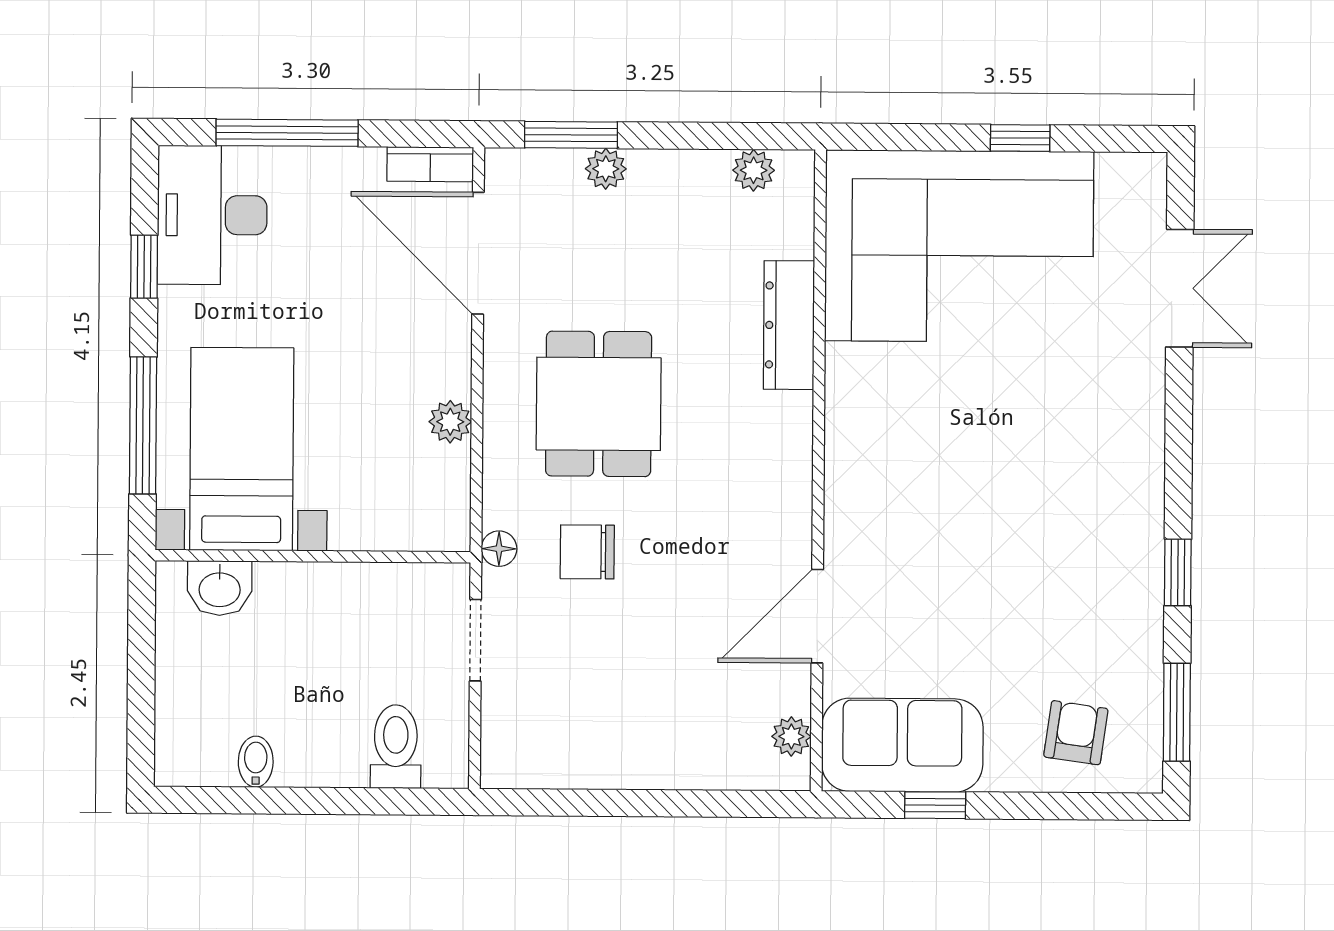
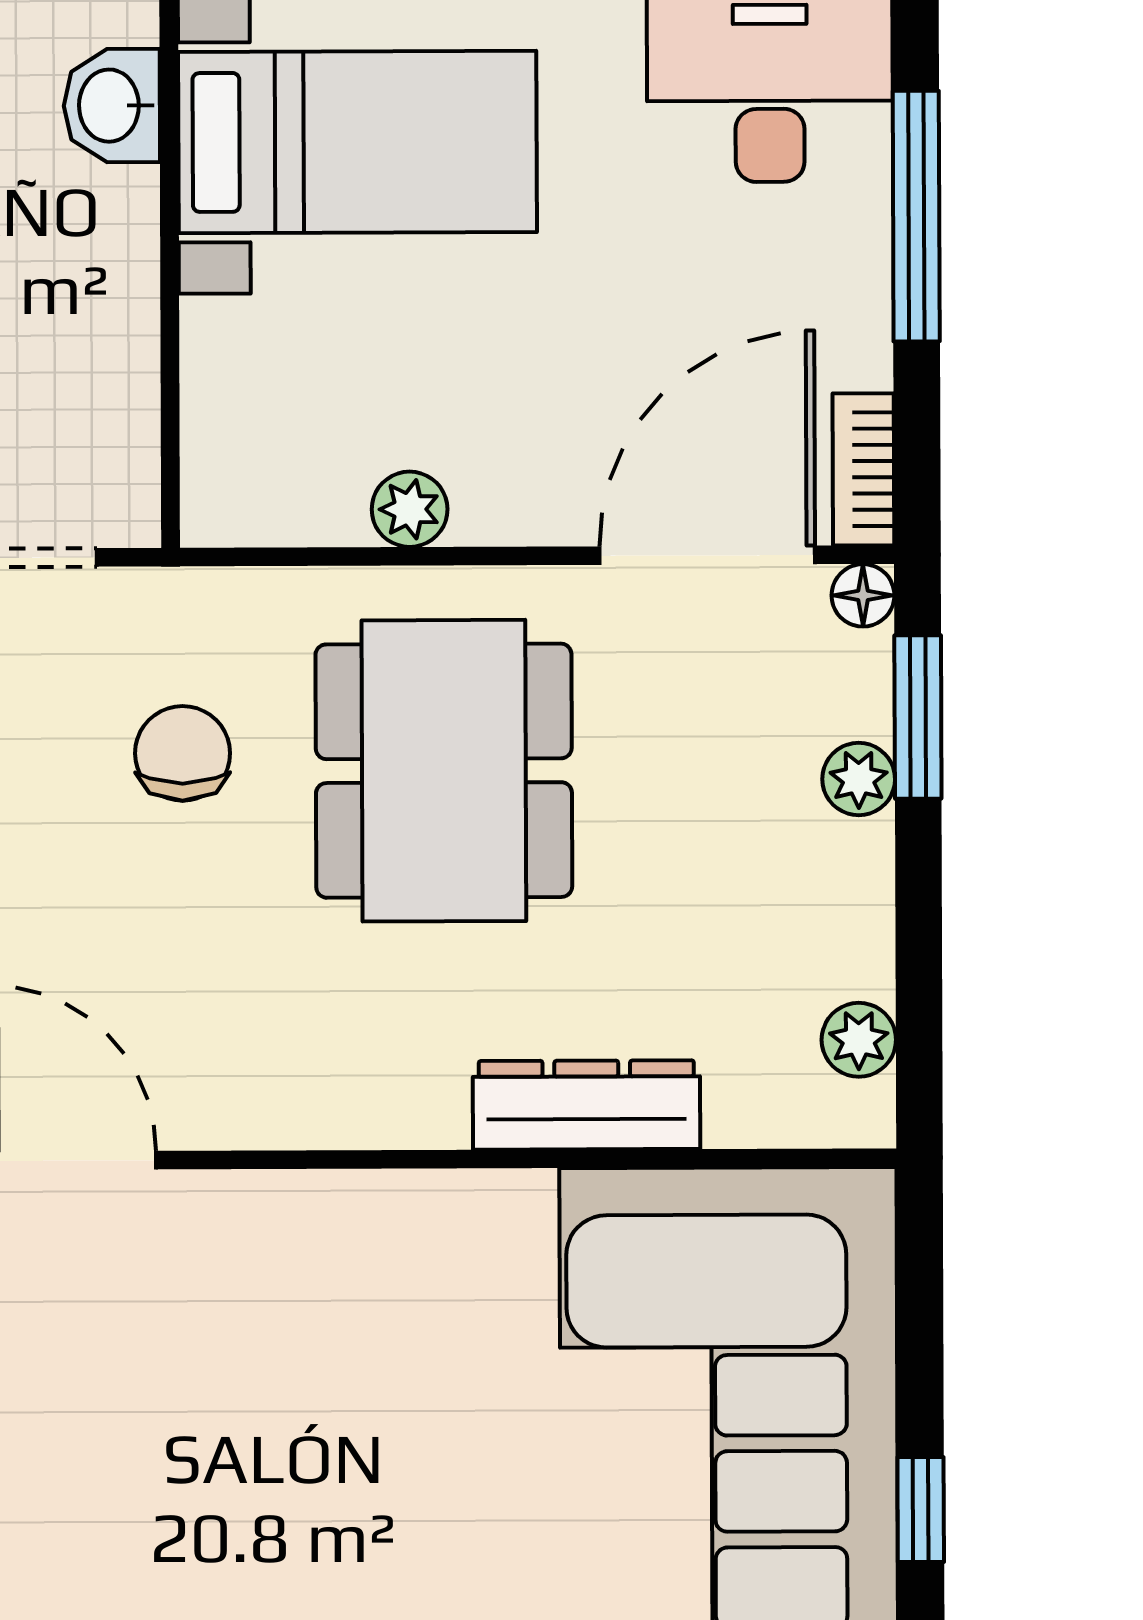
dining table: (599, 404) -> (444, 771), width x1.38
floor lamp: (499, 549) -> (863, 595), moved

